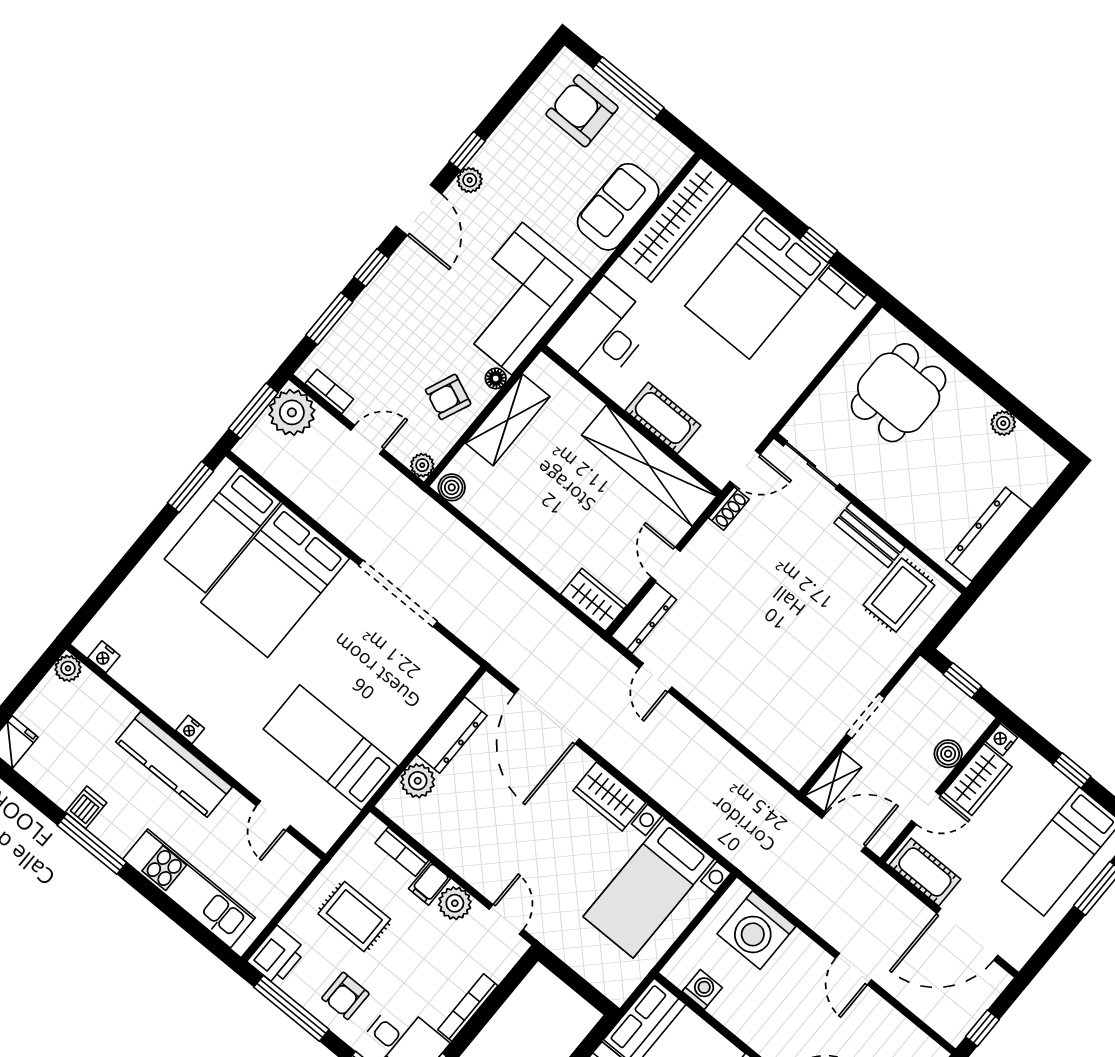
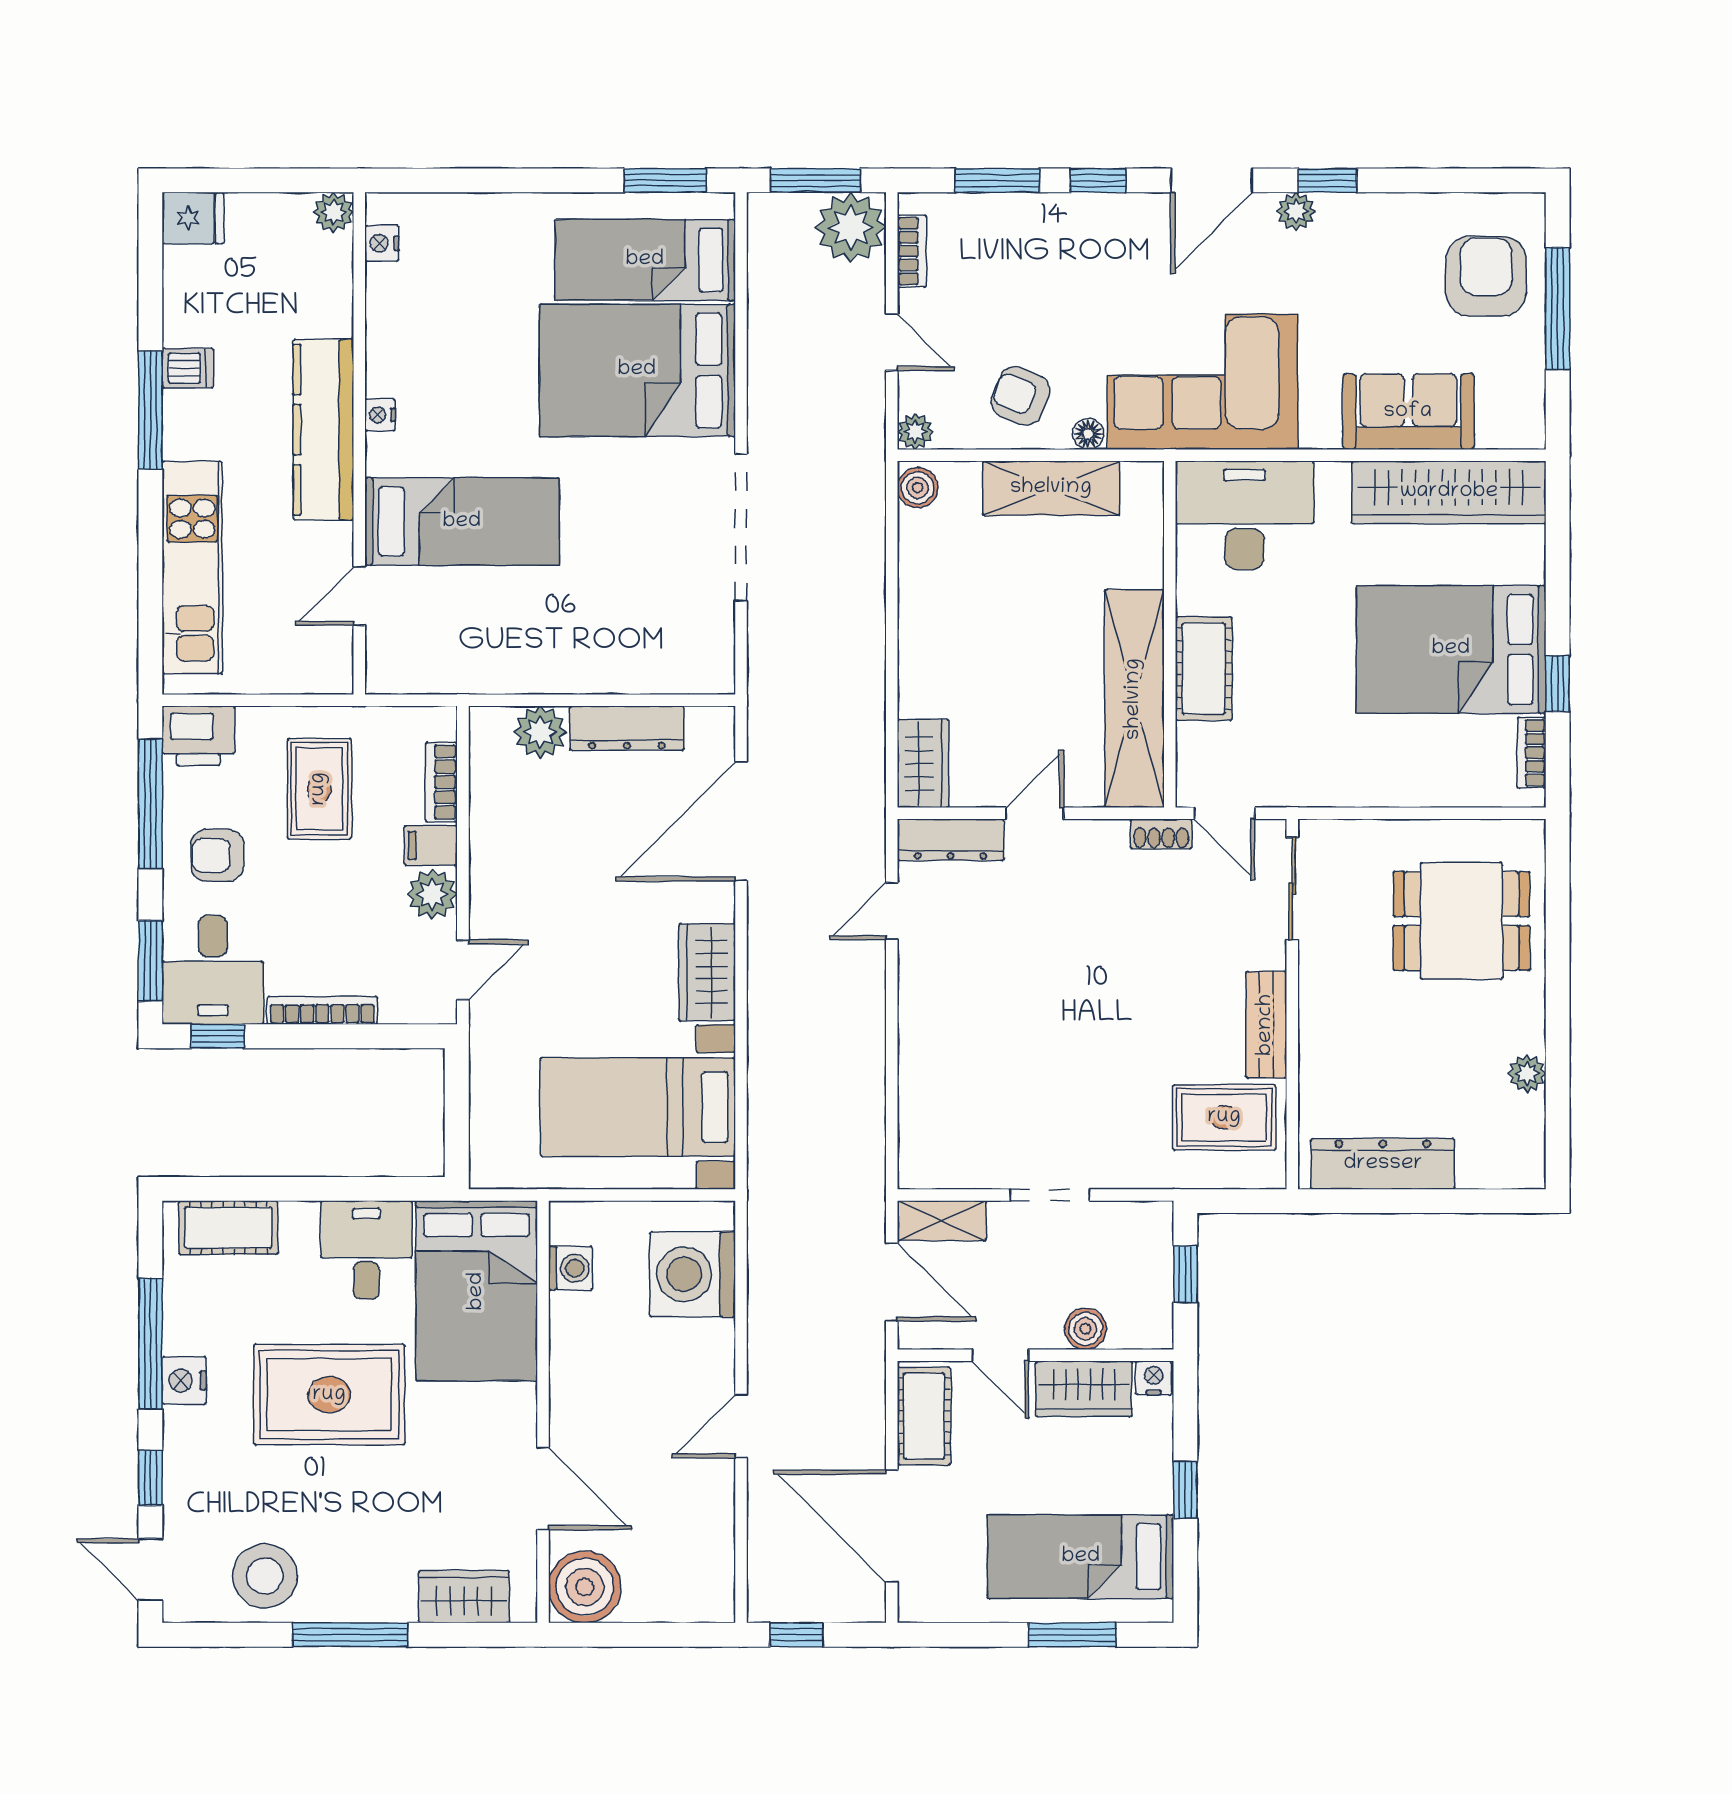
bed: (331, 748) -> (462, 522), moved, turned 90

